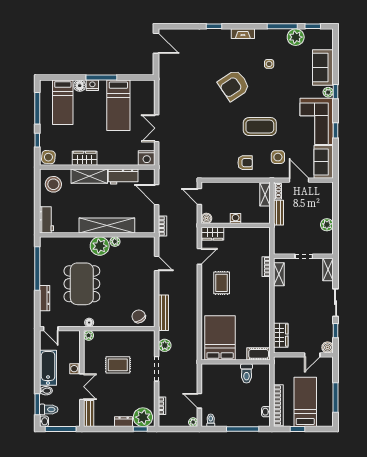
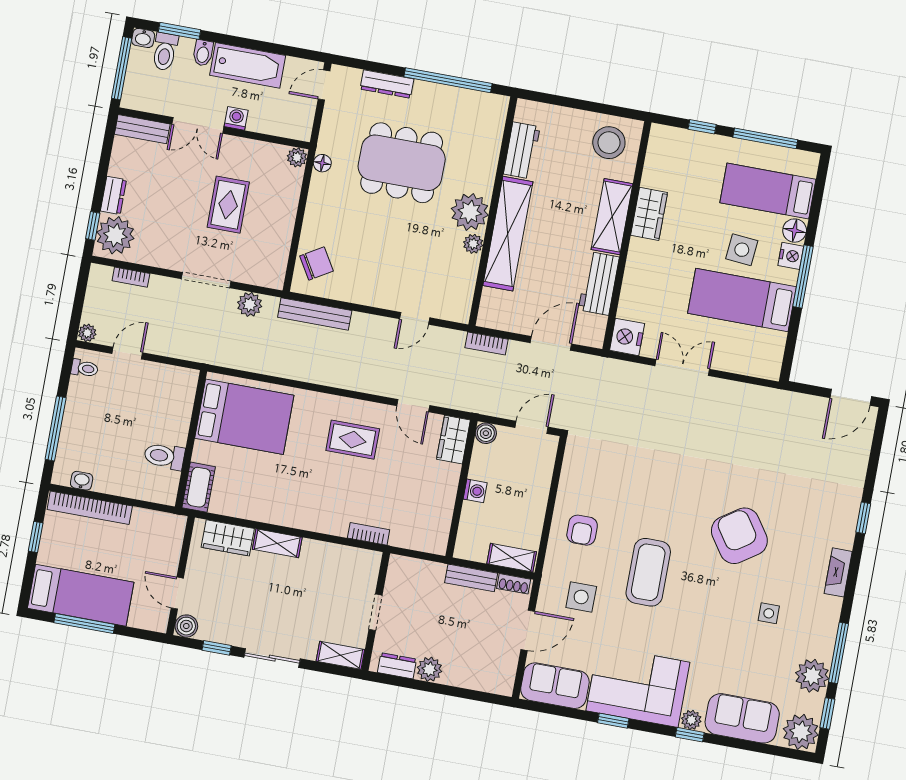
plant: (324, 38) -> (801, 732), added
side table: (48, 157) -> (742, 250), moved
workbench: (47, 220) -> (522, 150), moved, turned -90
dresser: (328, 241) -> (397, 666), added
shelving: (279, 274) -> (277, 543), moved
bed: (305, 402) -> (81, 595), moved

